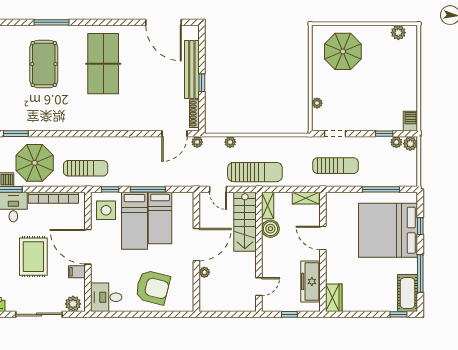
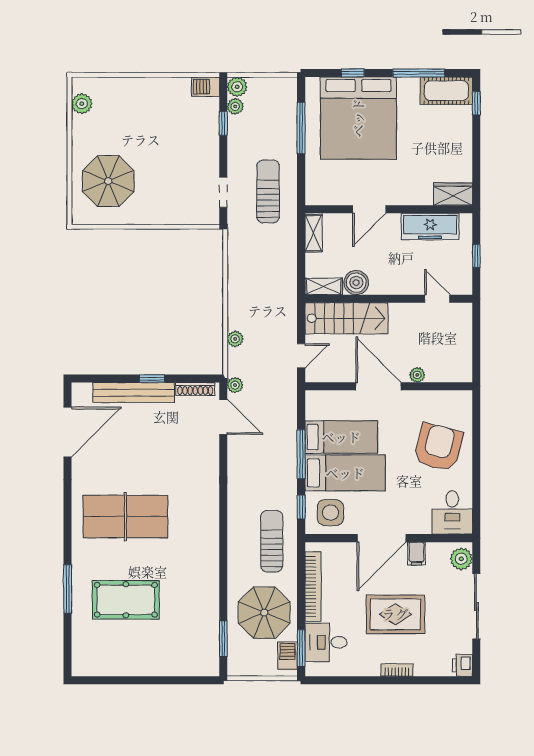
plant: (317, 103) -> (180, 217), removed
sun lounger: (255, 172) -> (277, 304), removed

